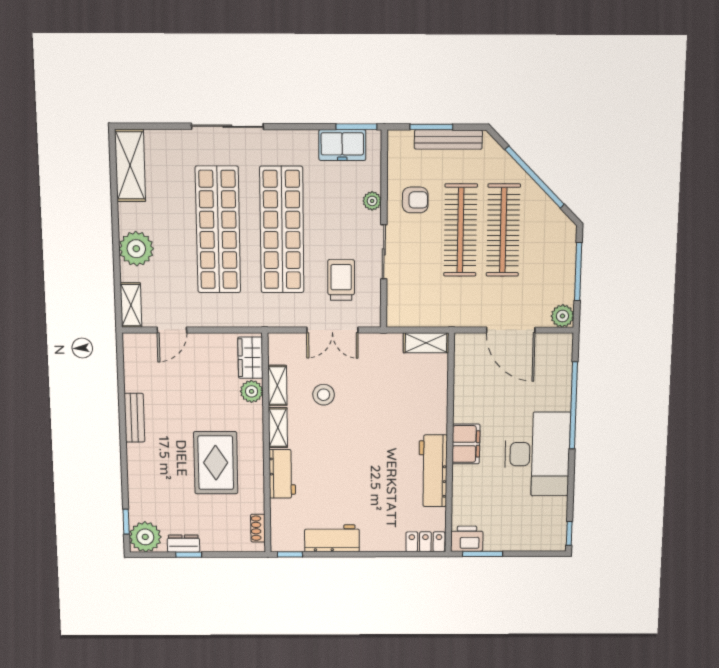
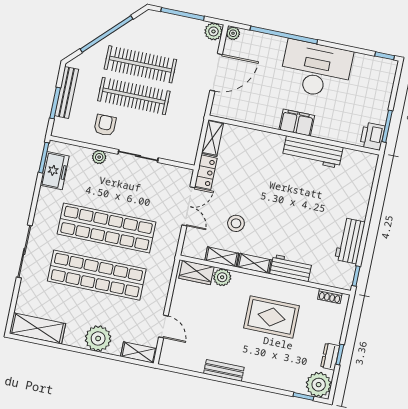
trolley: (341, 280) -> (152, 192), removed
plant: (565, 341) -> (233, 33), added
locker: (425, 542) -> (206, 172), moved, turned 180

